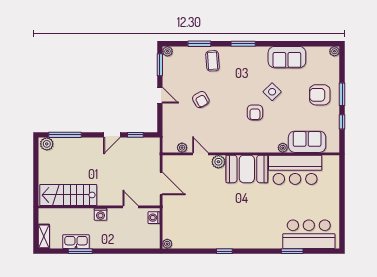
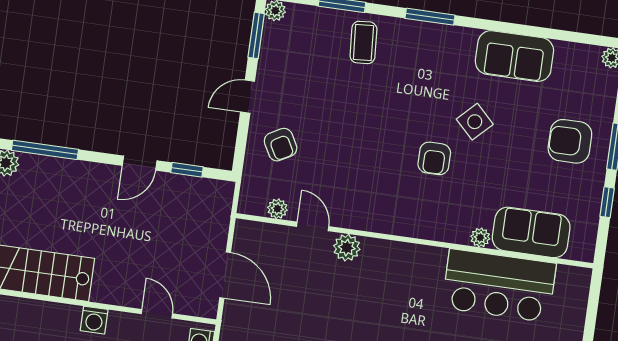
door: (160, 95) -> (248, 97), swing flipped
armchair: (201, 100) -> (281, 145), moved
booth: (247, 169) -> (402, 270), removed

